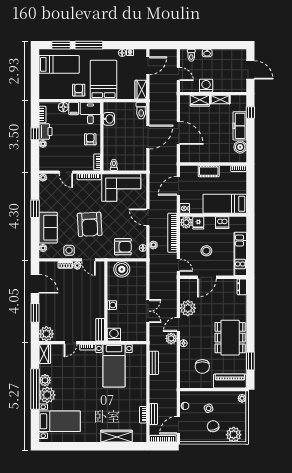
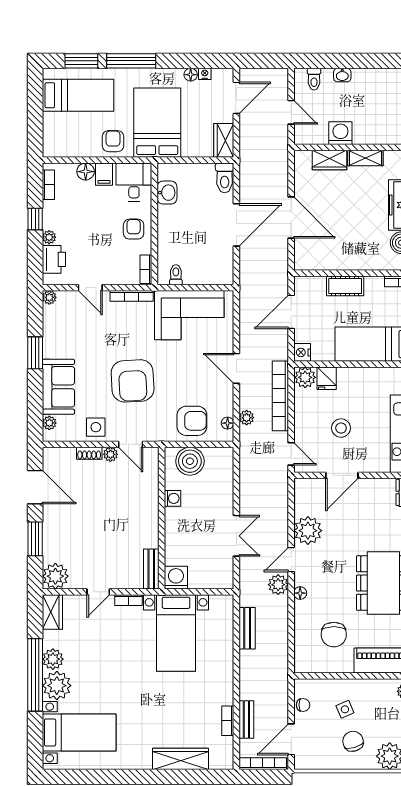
printer: (46, 131) -> (54, 259), moved
dishwasher: (222, 223) -> (369, 378), removed
washing machine: (112, 305) -> (172, 498), moved

